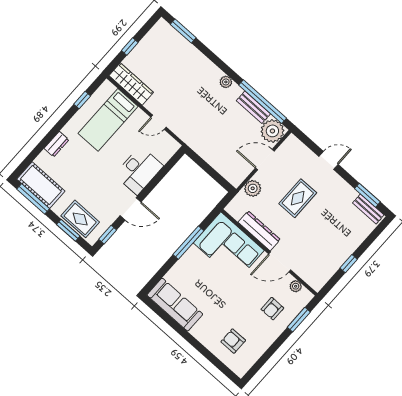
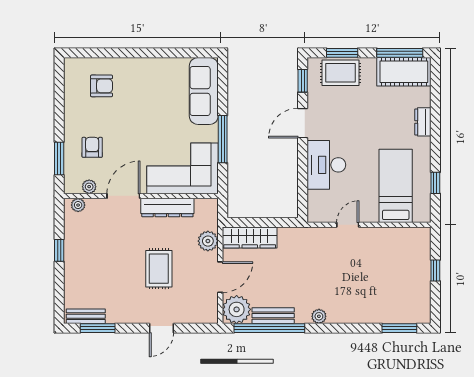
wardrobe: (131, 84) -> (250, 238), moved
plant: (312, 281) -> (78, 205), added
sofa: (175, 305) -> (204, 91), moved, turned 90

